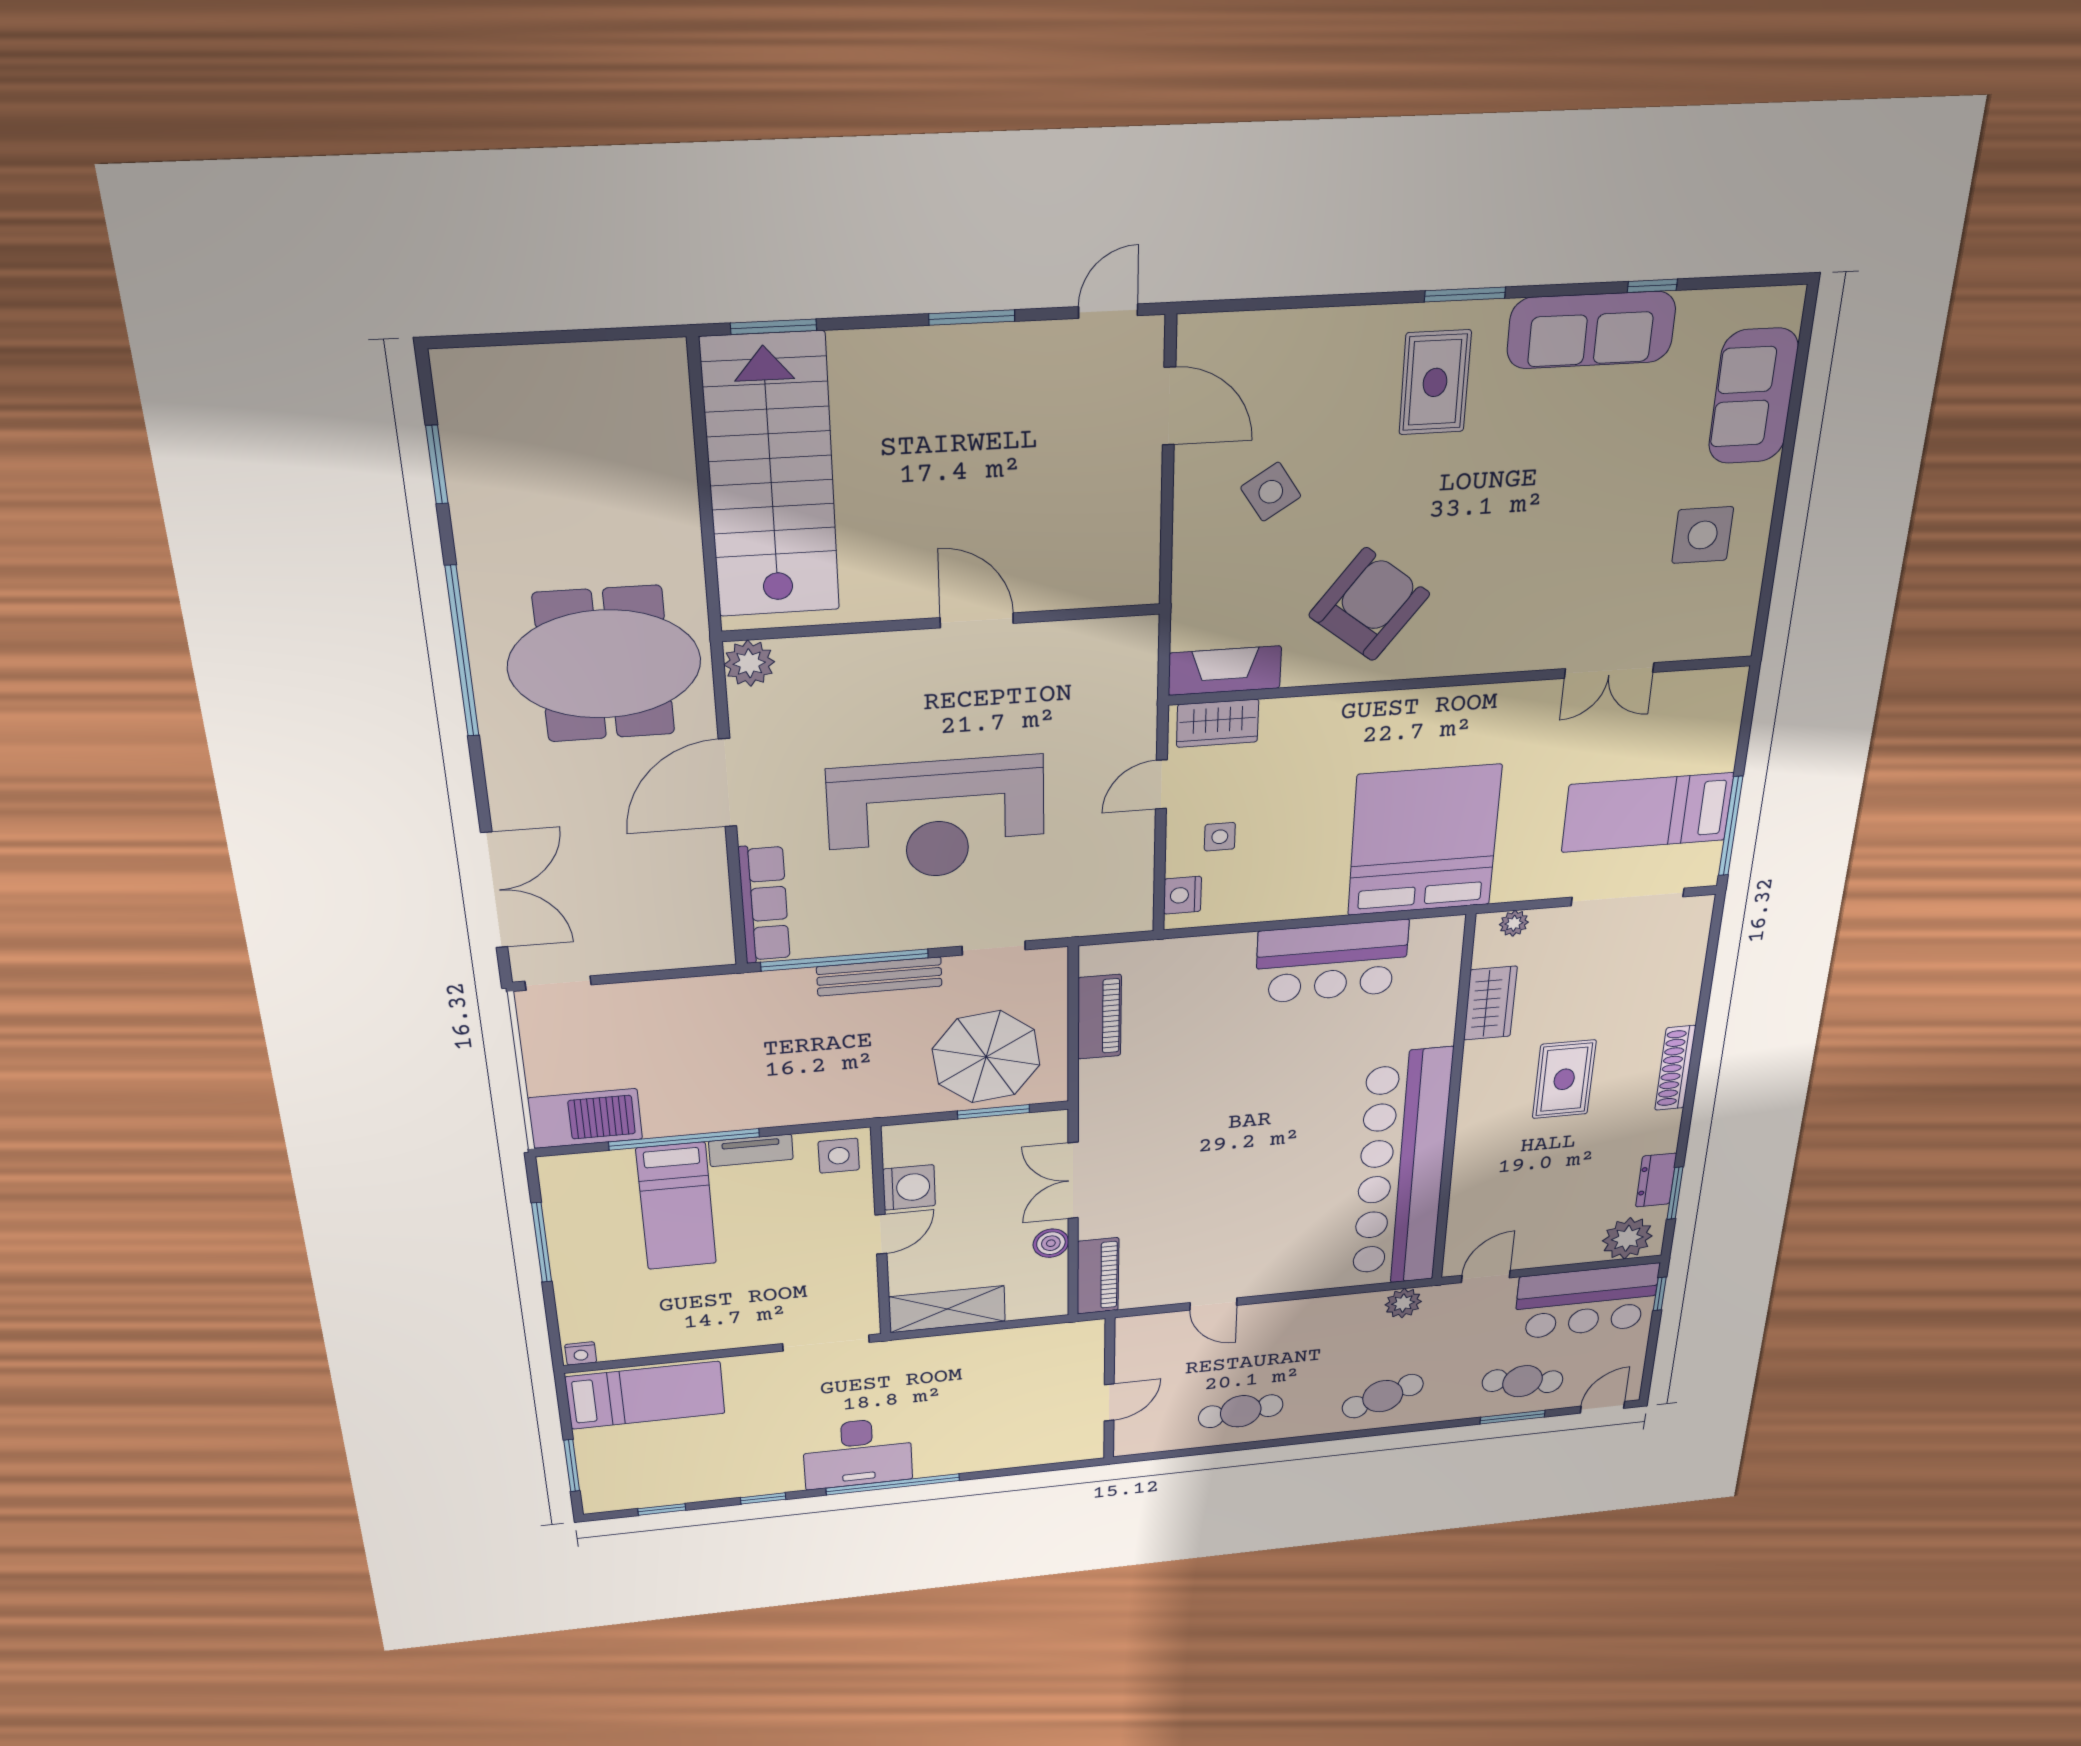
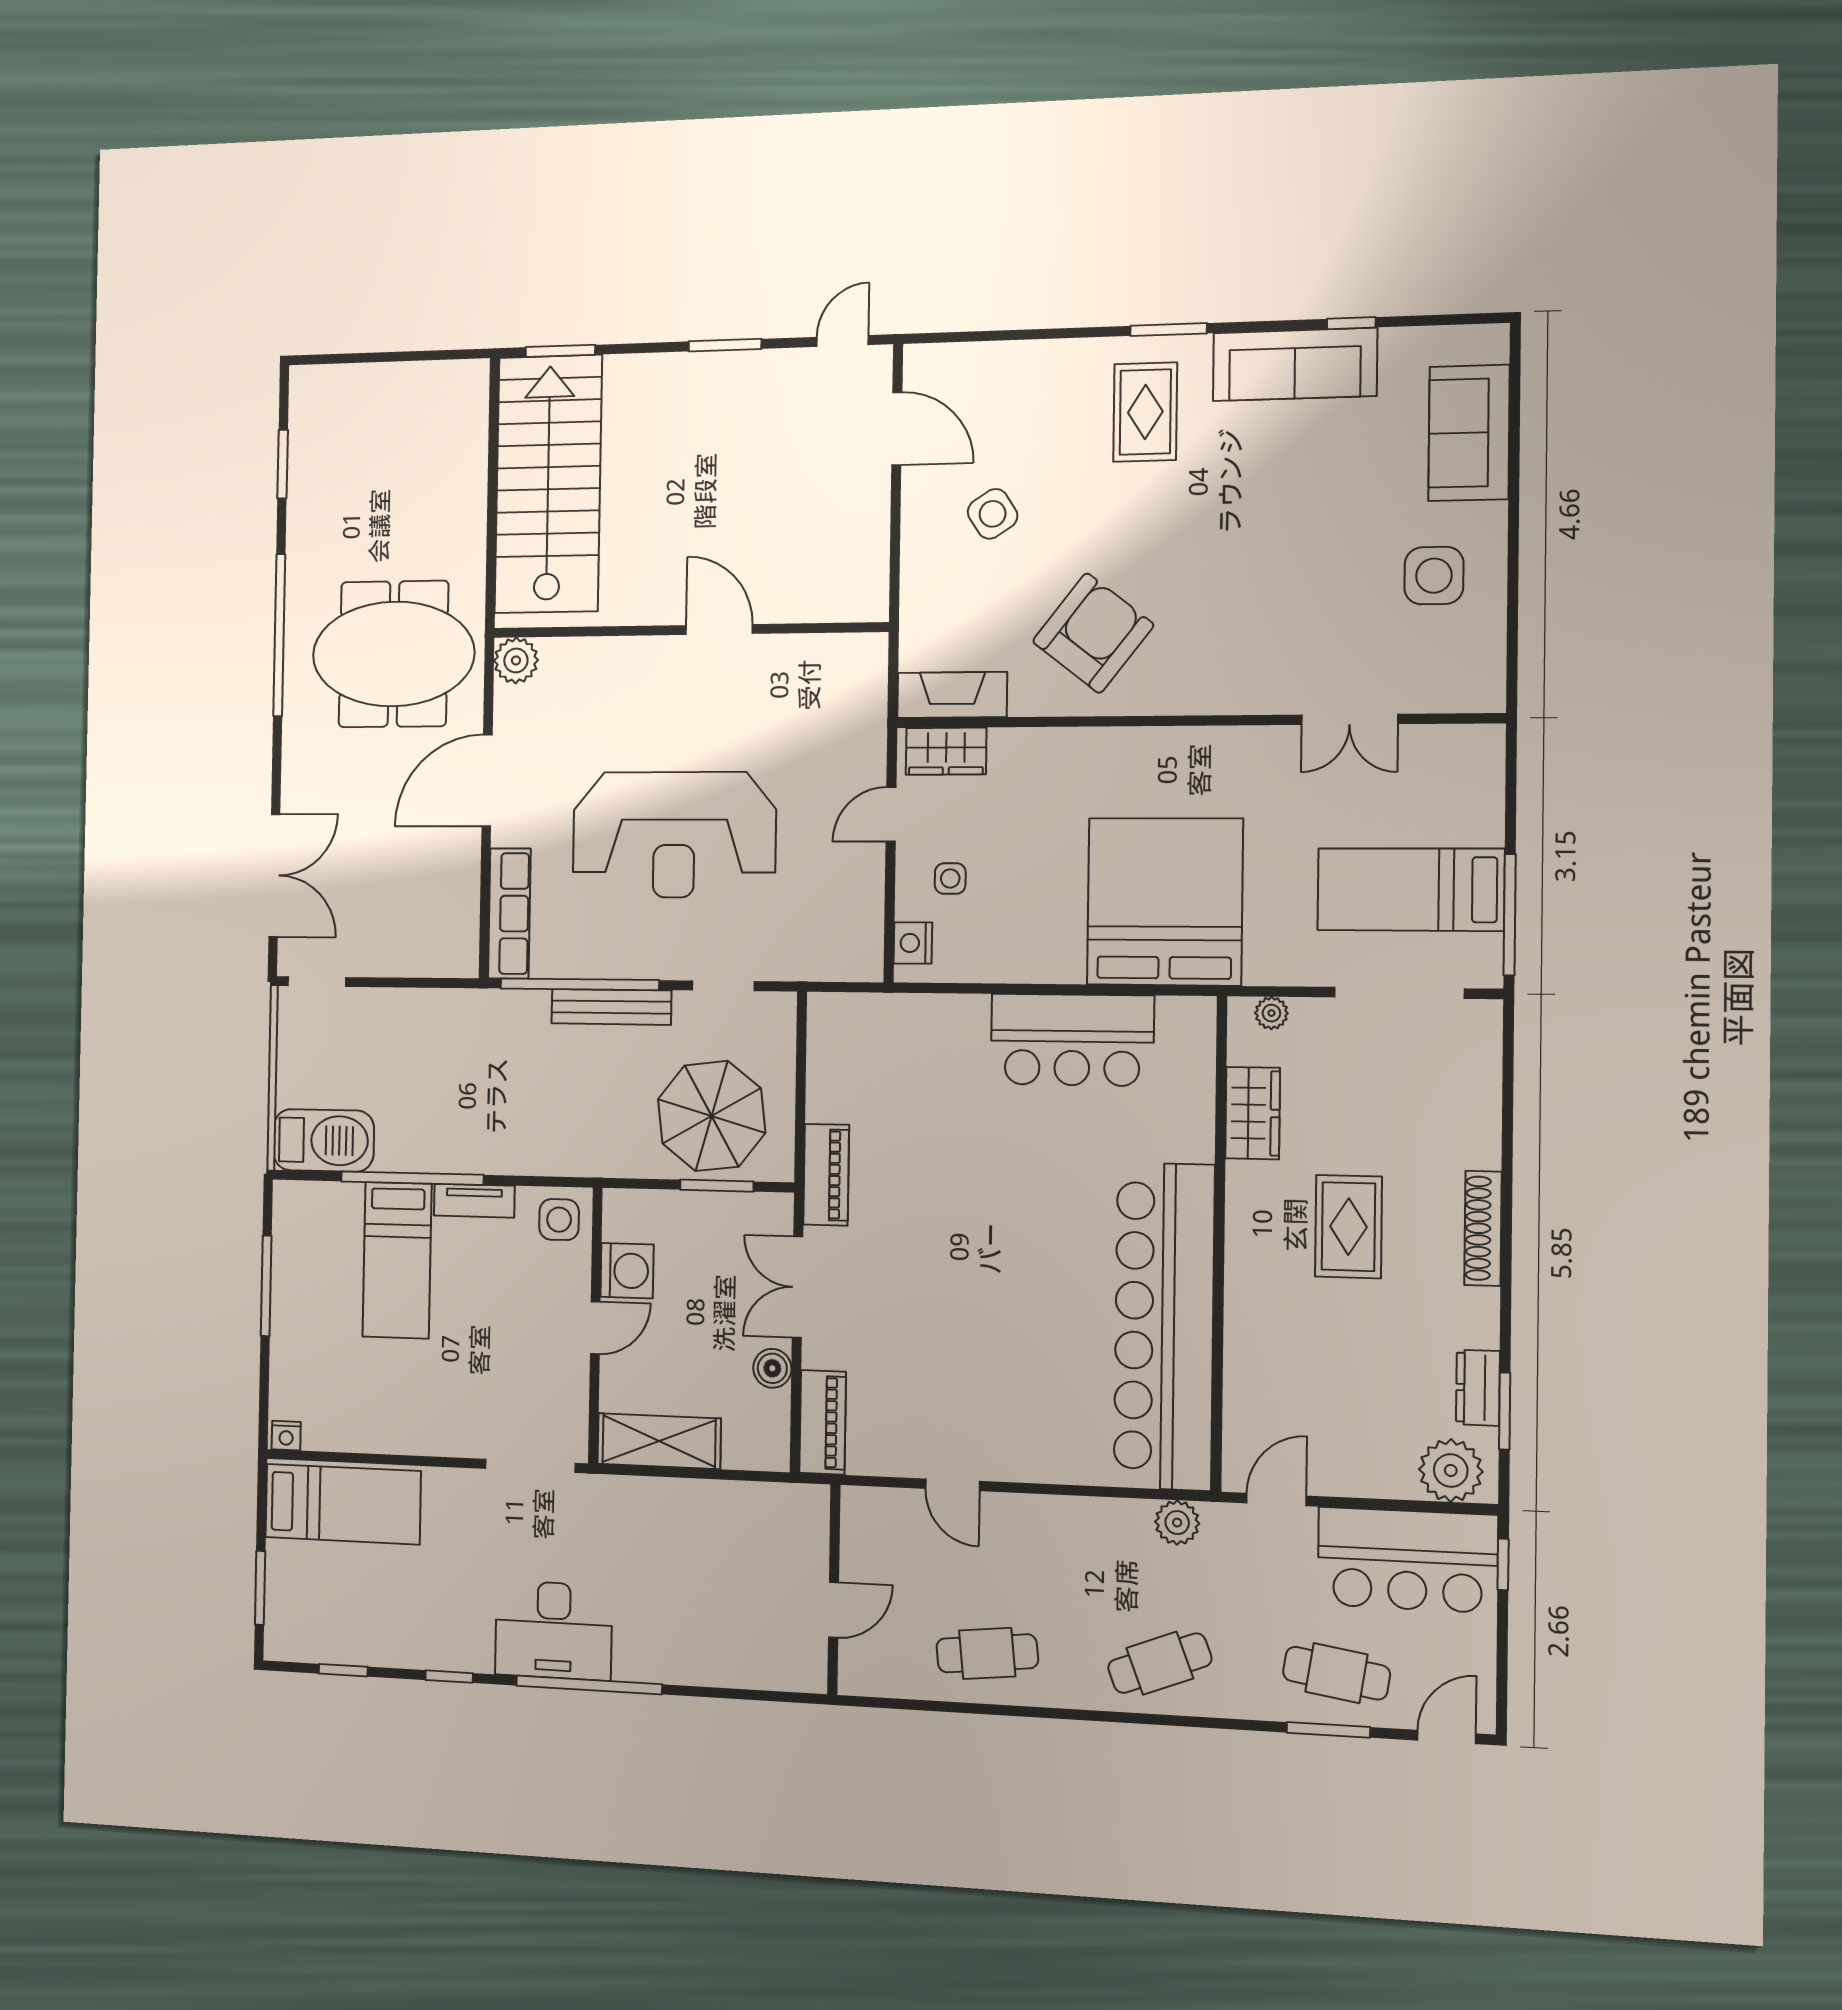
piano: (1099, 1017) -> (826, 1175), moved

